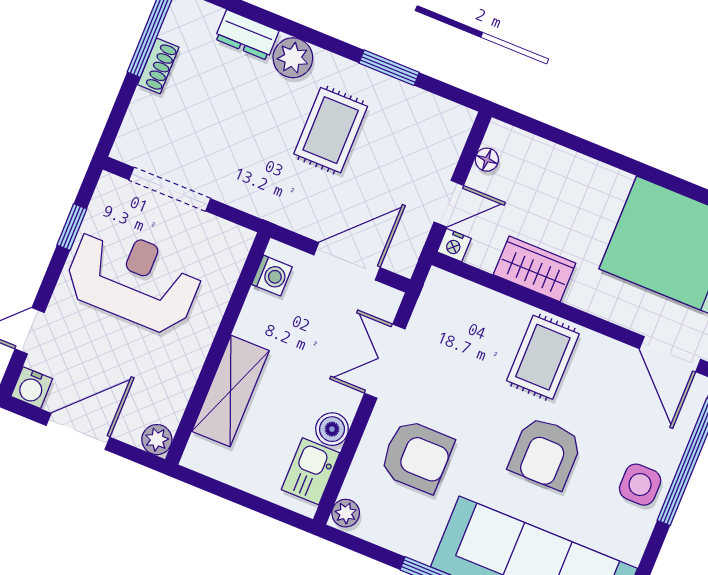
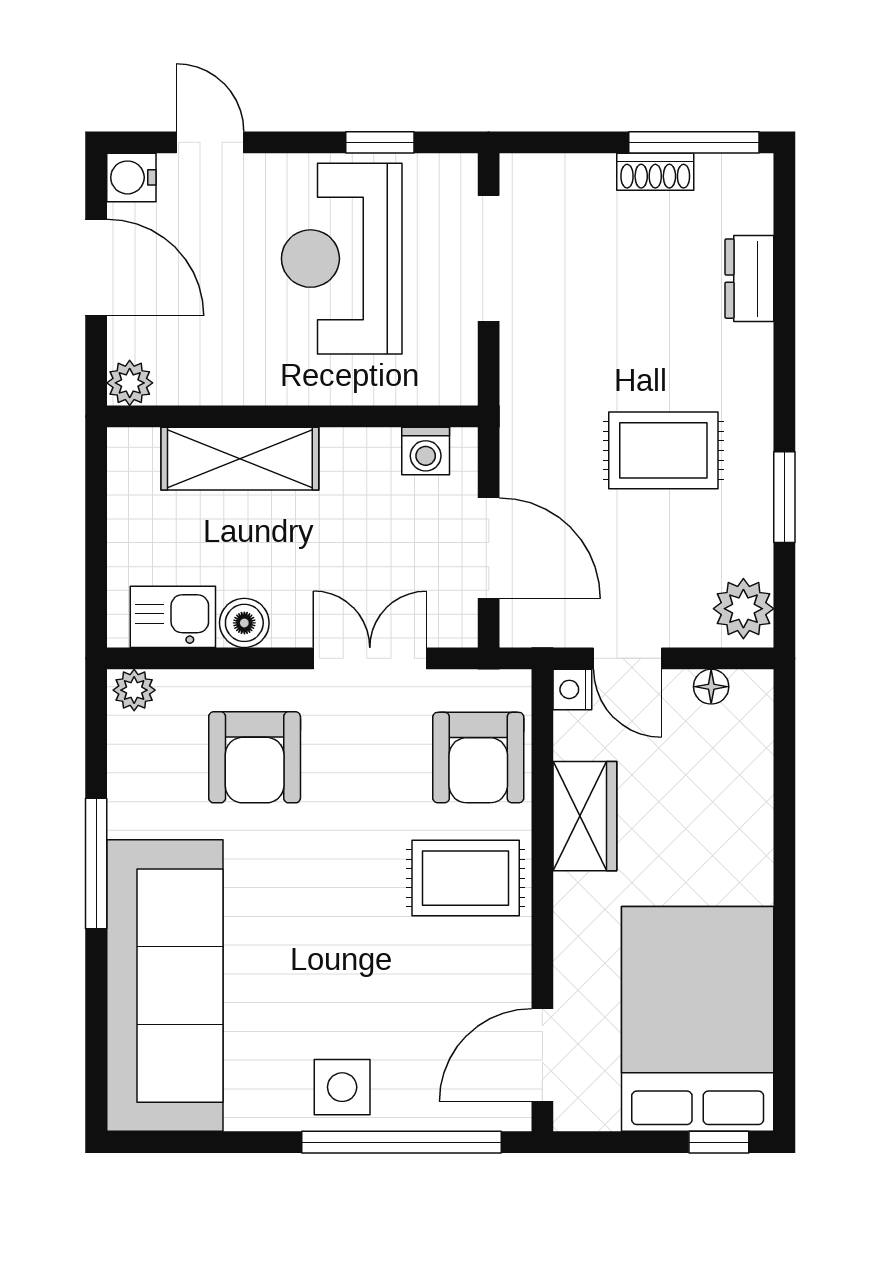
plant: (293, 58) -> (743, 609), moved
reception desk: (133, 279) -> (342, 259), turned 180
armchair: (545, 453) -> (478, 758), moved, turned -90

